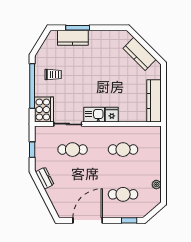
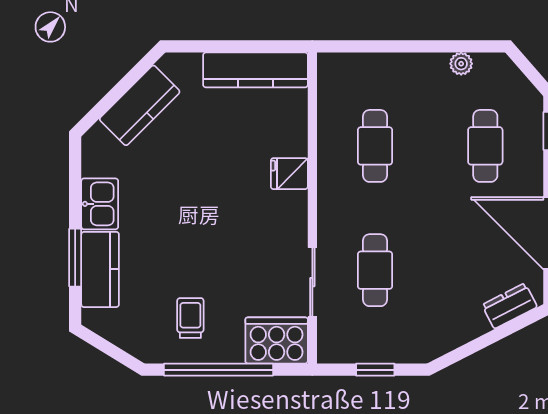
kitchen sink: (94, 115) -> (100, 204), moved, turned 180
dresser: (45, 178) -> (510, 306), moved

